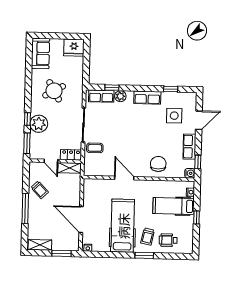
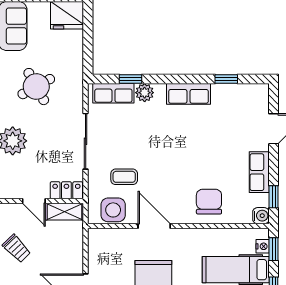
side table: (174, 116) -> (113, 210), moved
coffee table: (95, 148) -> (124, 177), moved
window: (197, 194) -> (274, 249), added

